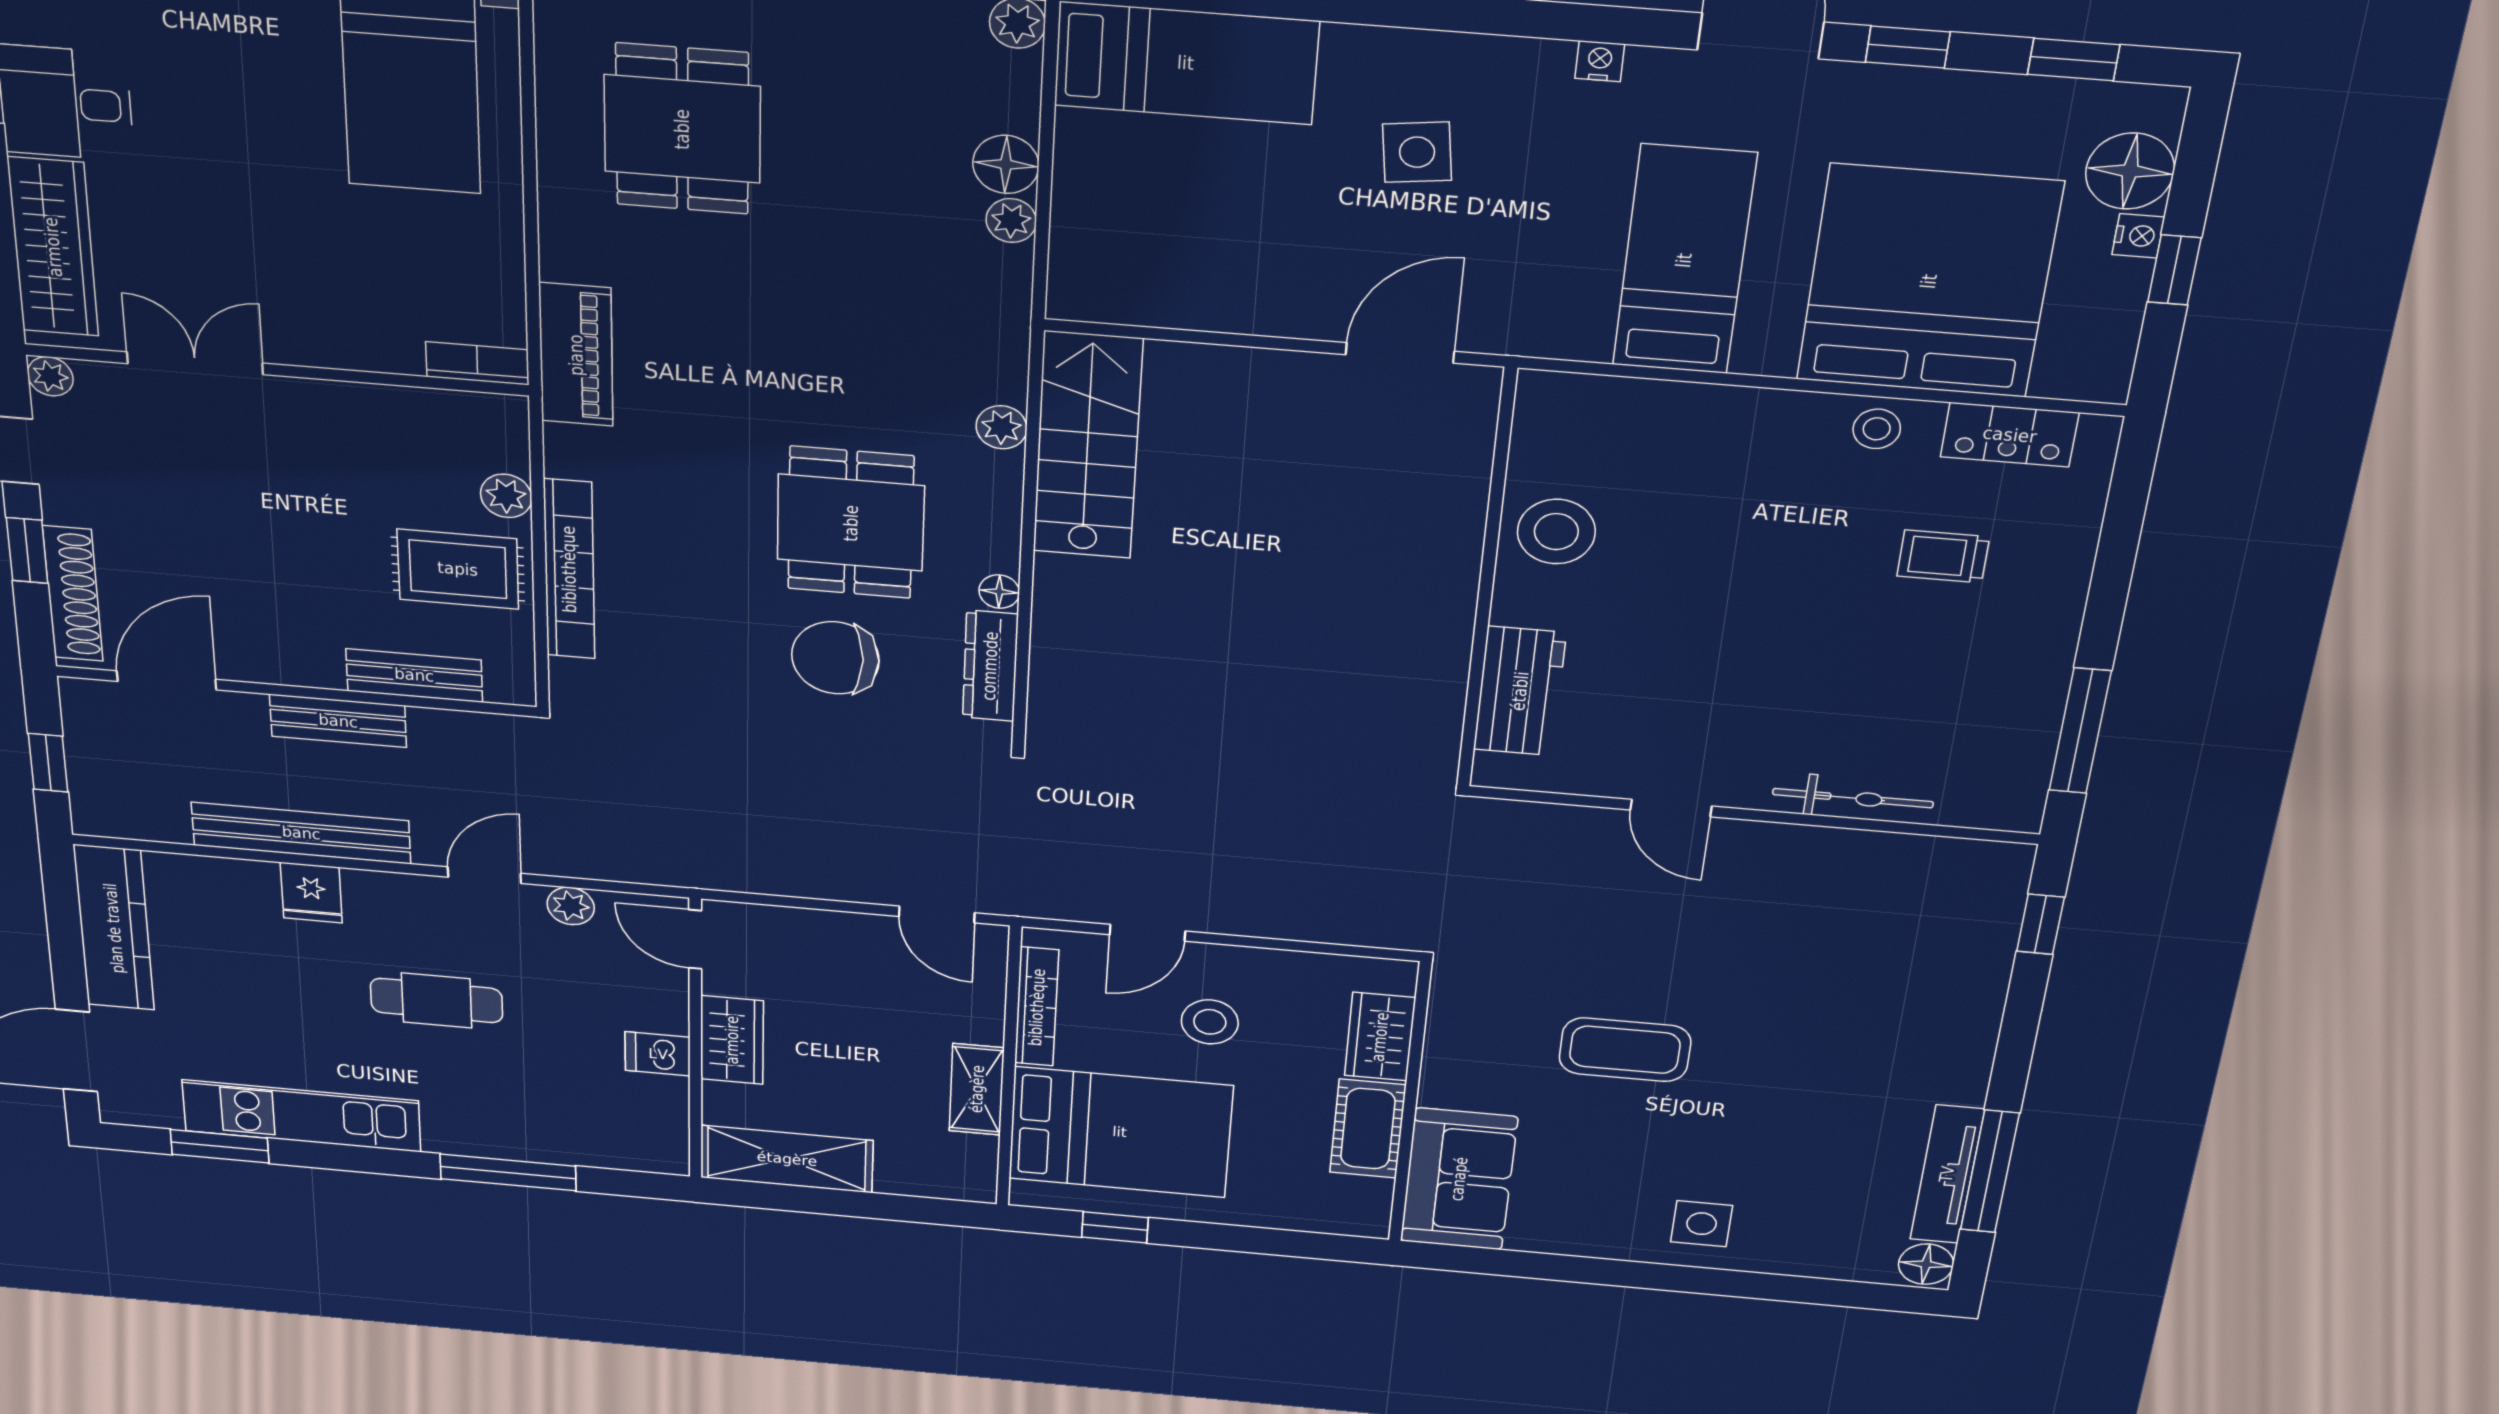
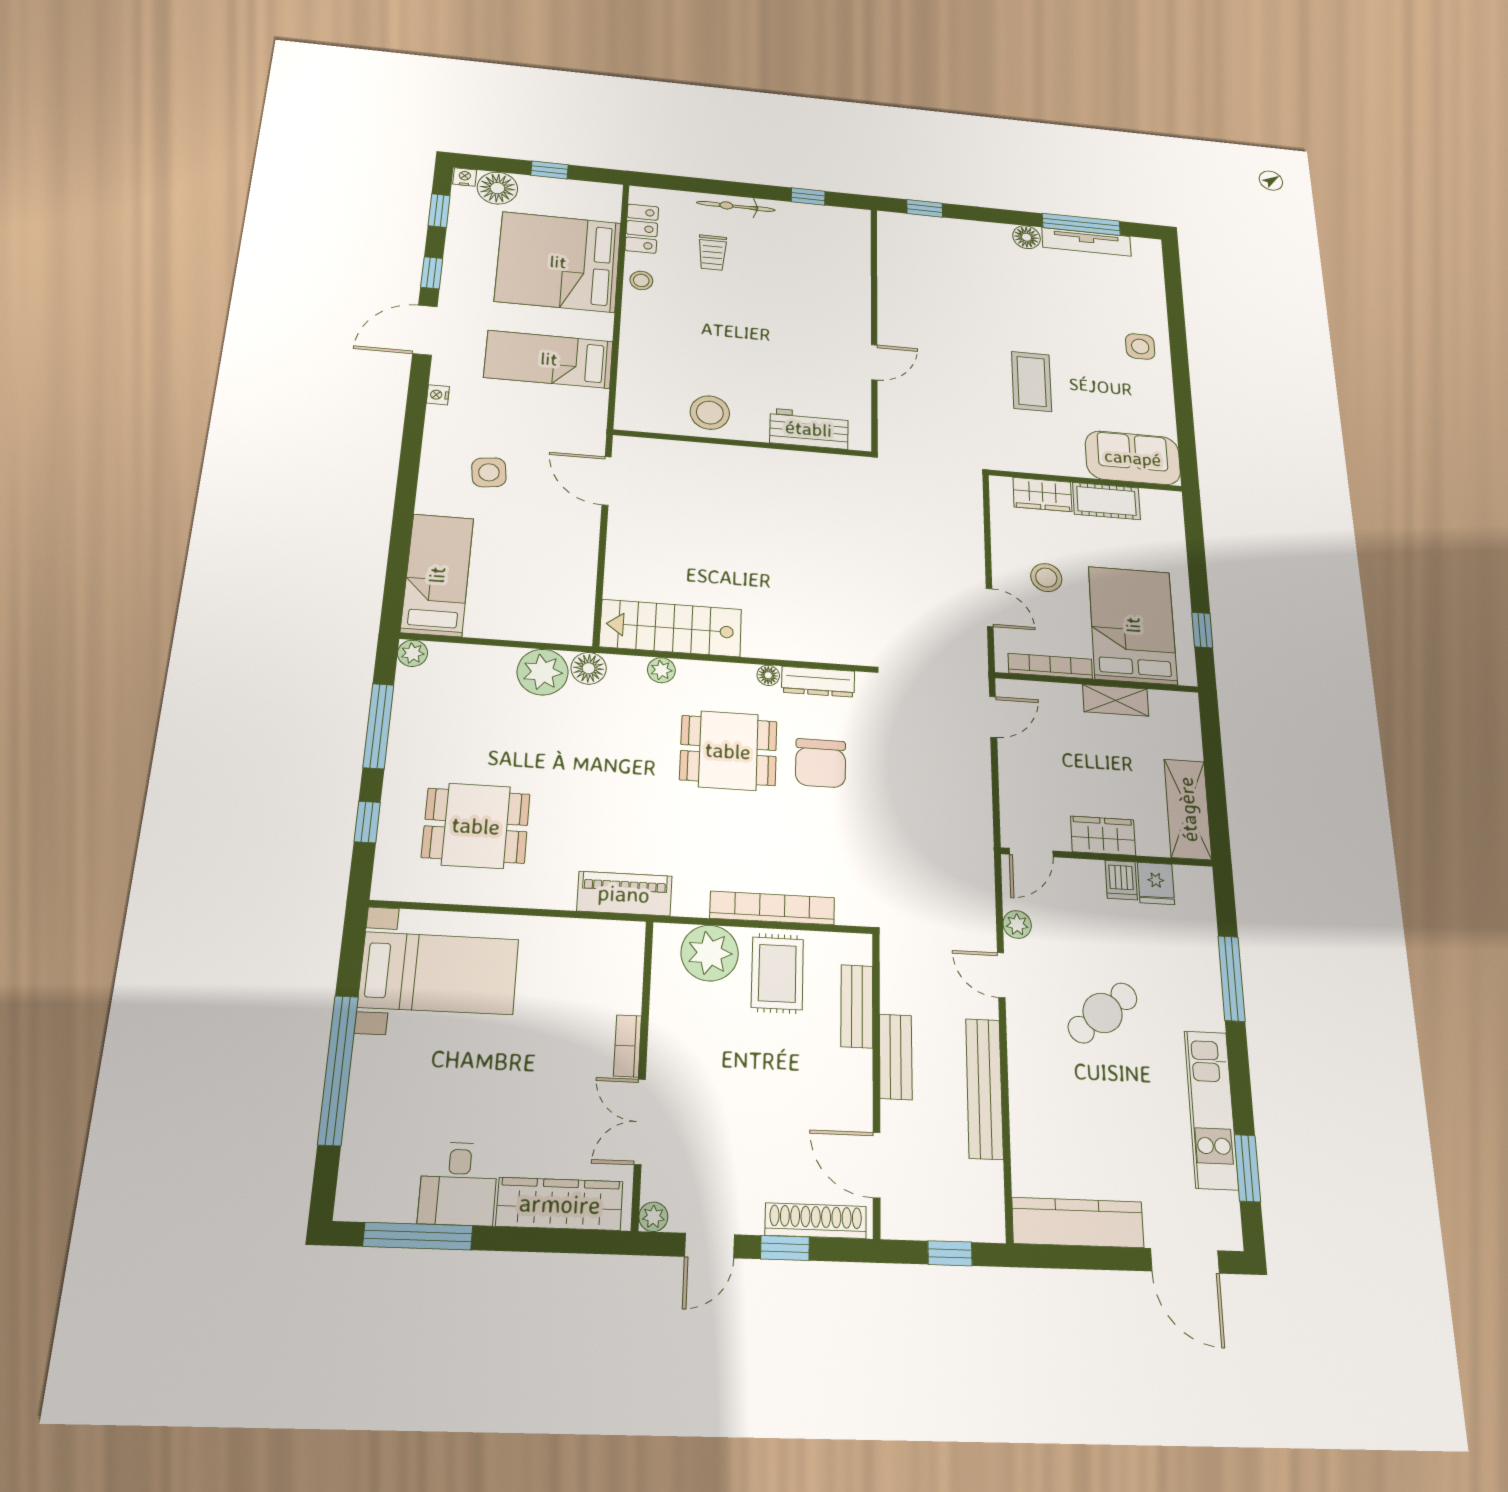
floor lamp: (1006, 164) -> (589, 668), moved
plant: (1011, 221) -> (543, 672), width x1.87, depth x1.87
nightstand: (2138, 236) -> (465, 177), moved
bookcase: (477, 363) -> (628, 1046), moved
plant: (506, 496) -> (710, 953), width x1.88, depth x1.88
window: (2080, 731) -> (808, 196), width x0.46
bicycle: (1853, 798) -> (736, 206), moved, turned -90
fridge: (311, 893) -> (1156, 883), moved, turned 90
cafe table: (437, 1000) -> (1103, 1013), turned 52
floor lamp: (1926, 1264) -> (1026, 237), moved

